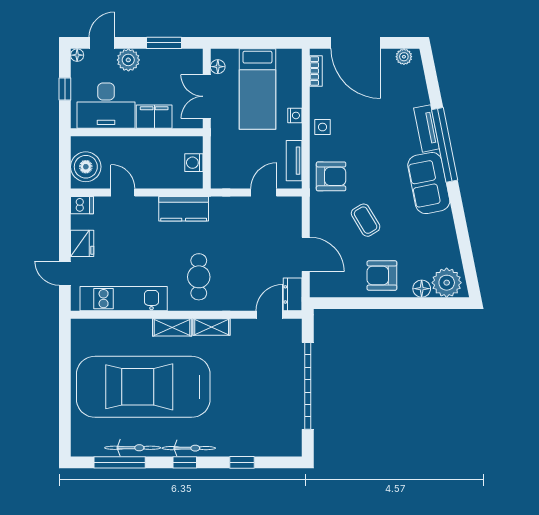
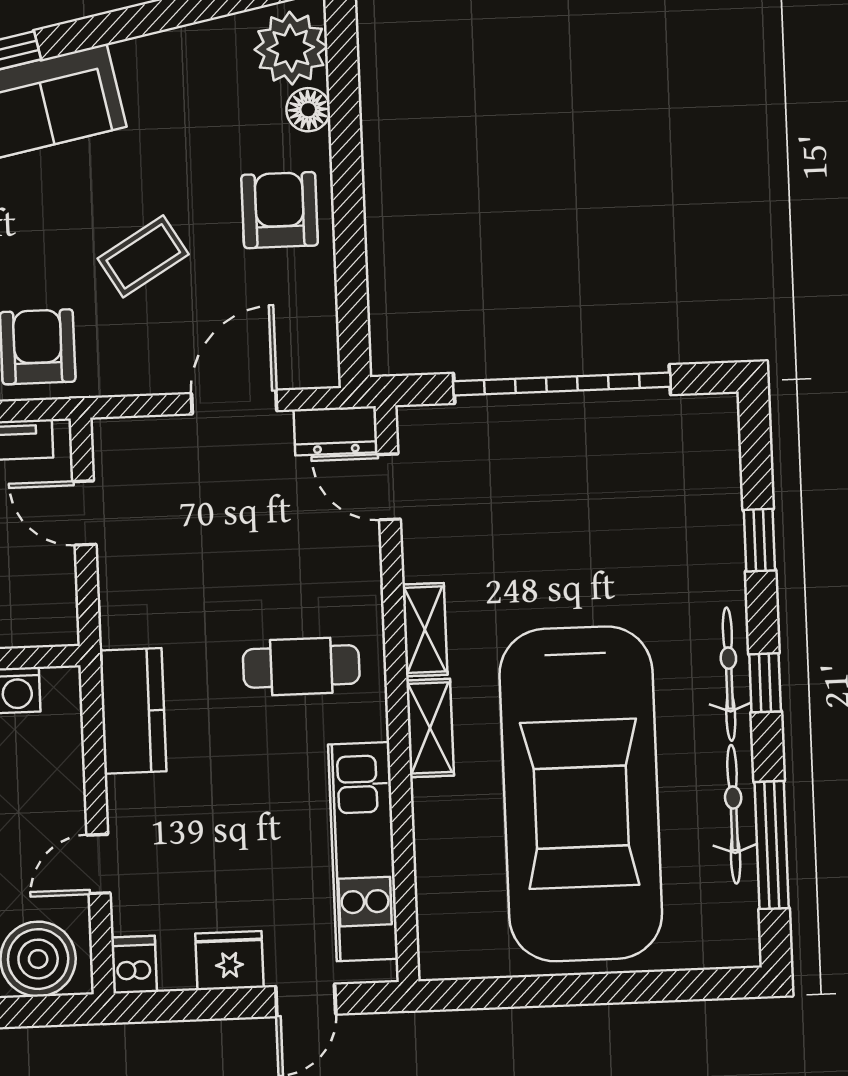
armchair: (382, 276) -> (280, 210), turned 180

